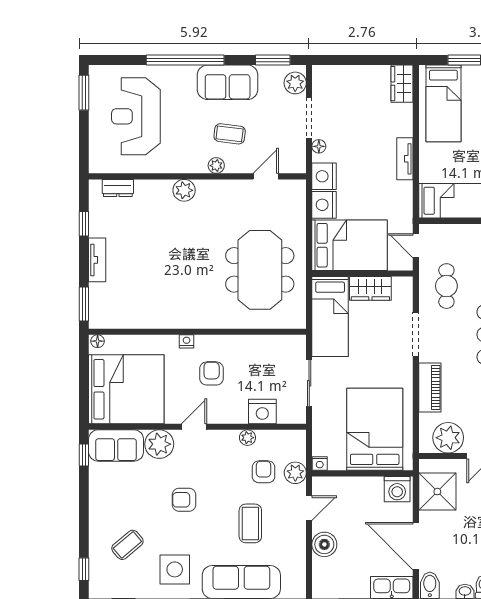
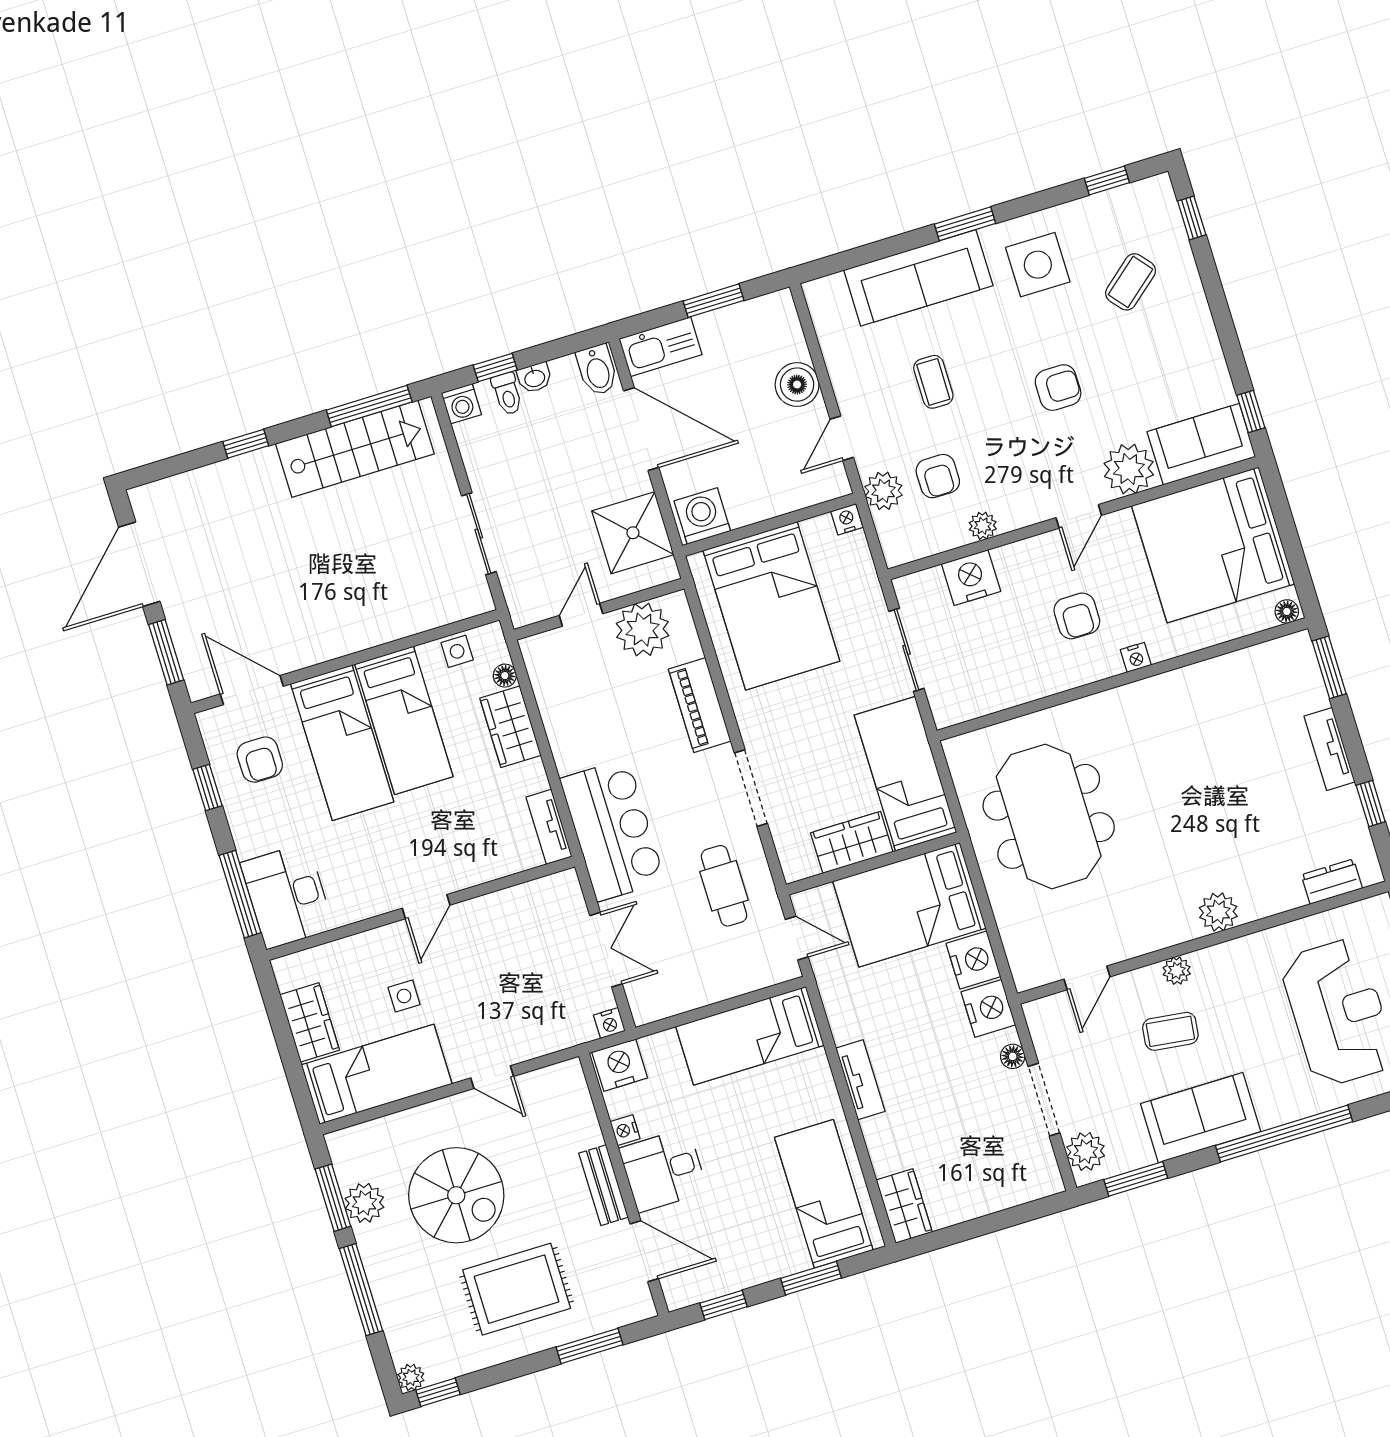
coffee table: (250, 523) -> (933, 382), width x0.73, depth x0.77

